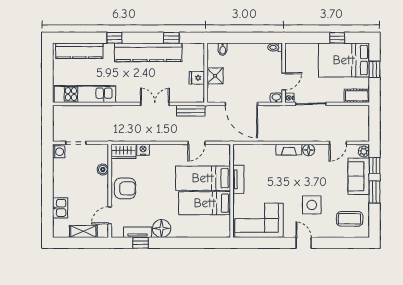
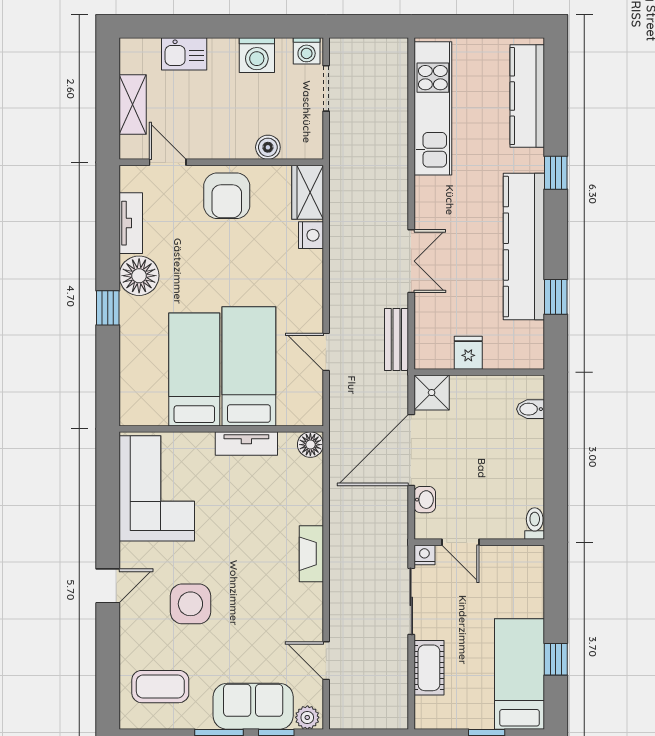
bed: (344, 60) -> (520, 674), width x0.67
shower: (215, 76) -> (432, 393), moved
cot: (357, 96) -> (429, 668), moved
washbasin: (276, 98) -> (425, 500), moved
floor lamp: (309, 150) -> (310, 445), moved
washing machine: (61, 175) -> (257, 55), added
coffee table: (350, 219) -> (160, 687), turned 90
window: (141, 243) -> (108, 308), moved

